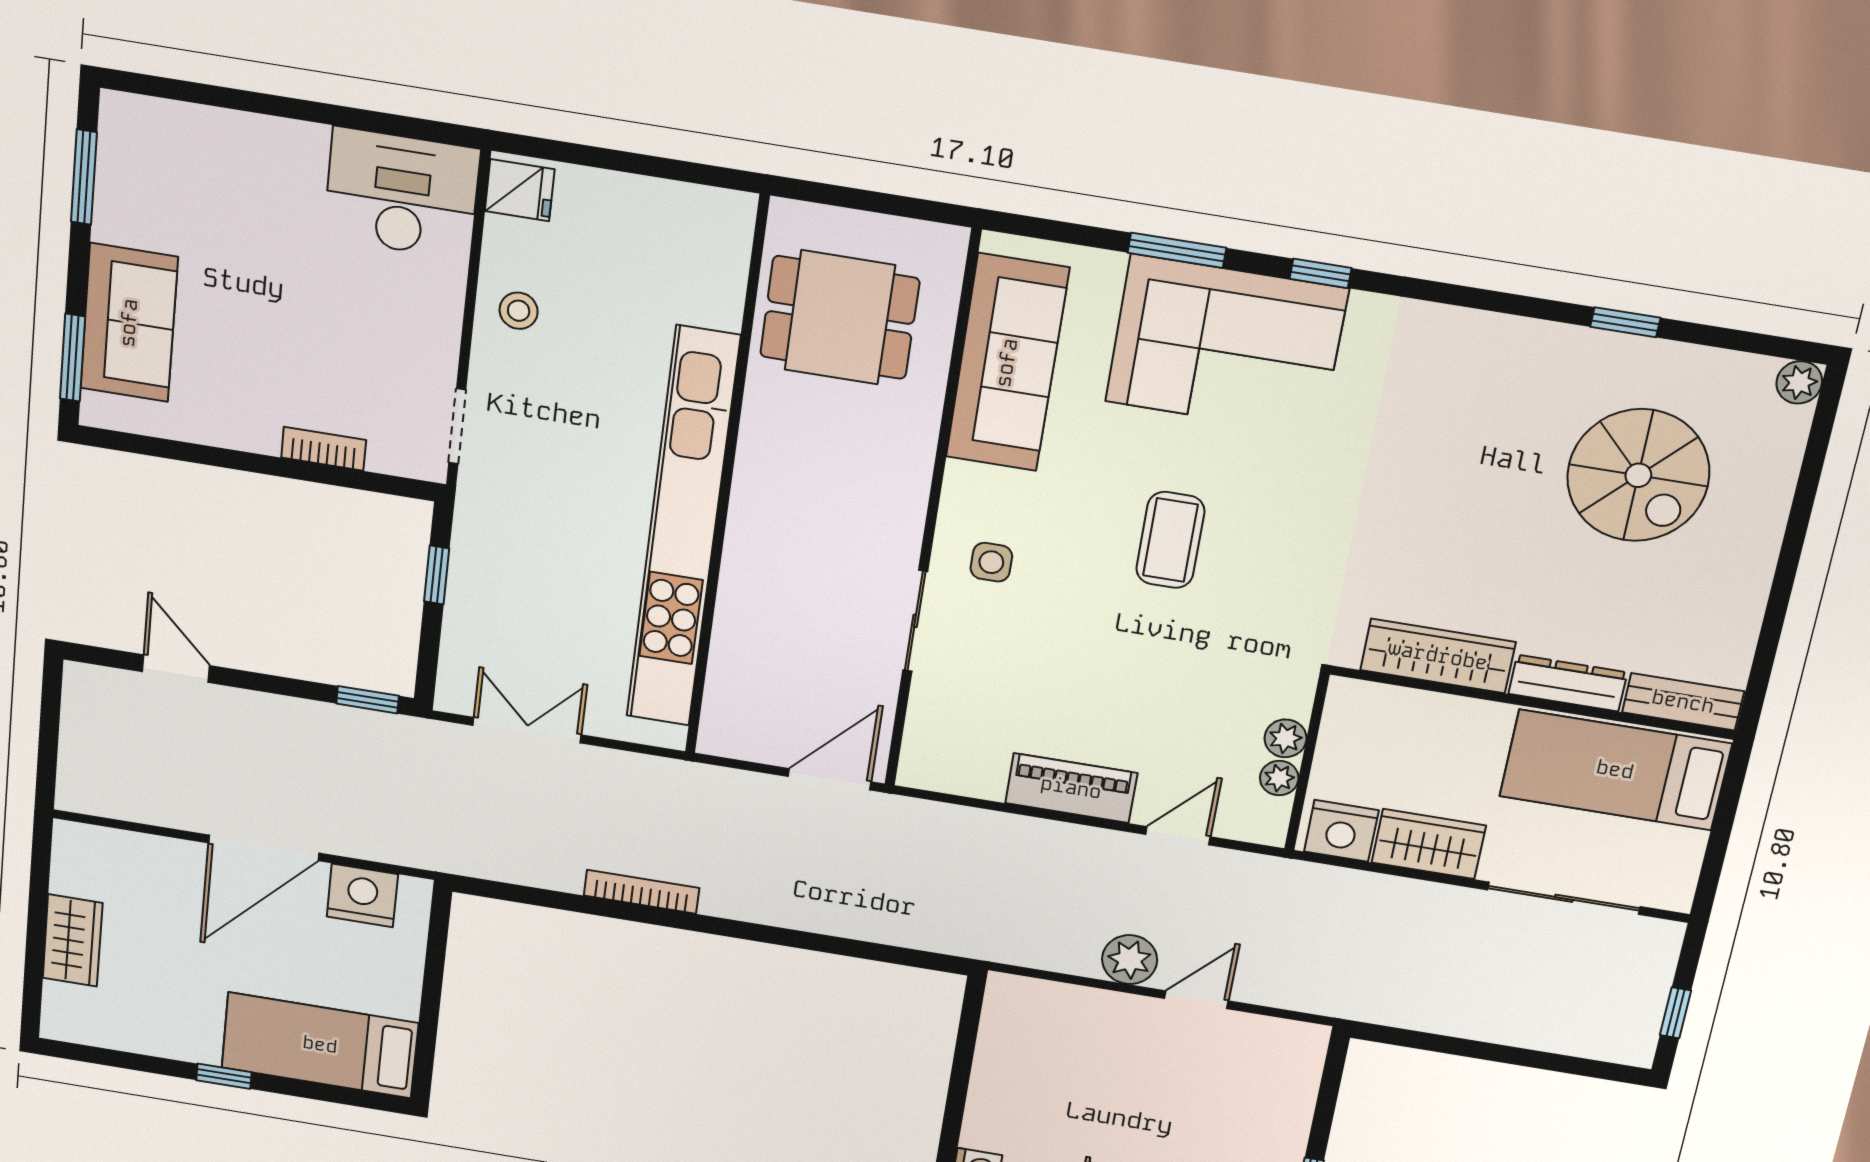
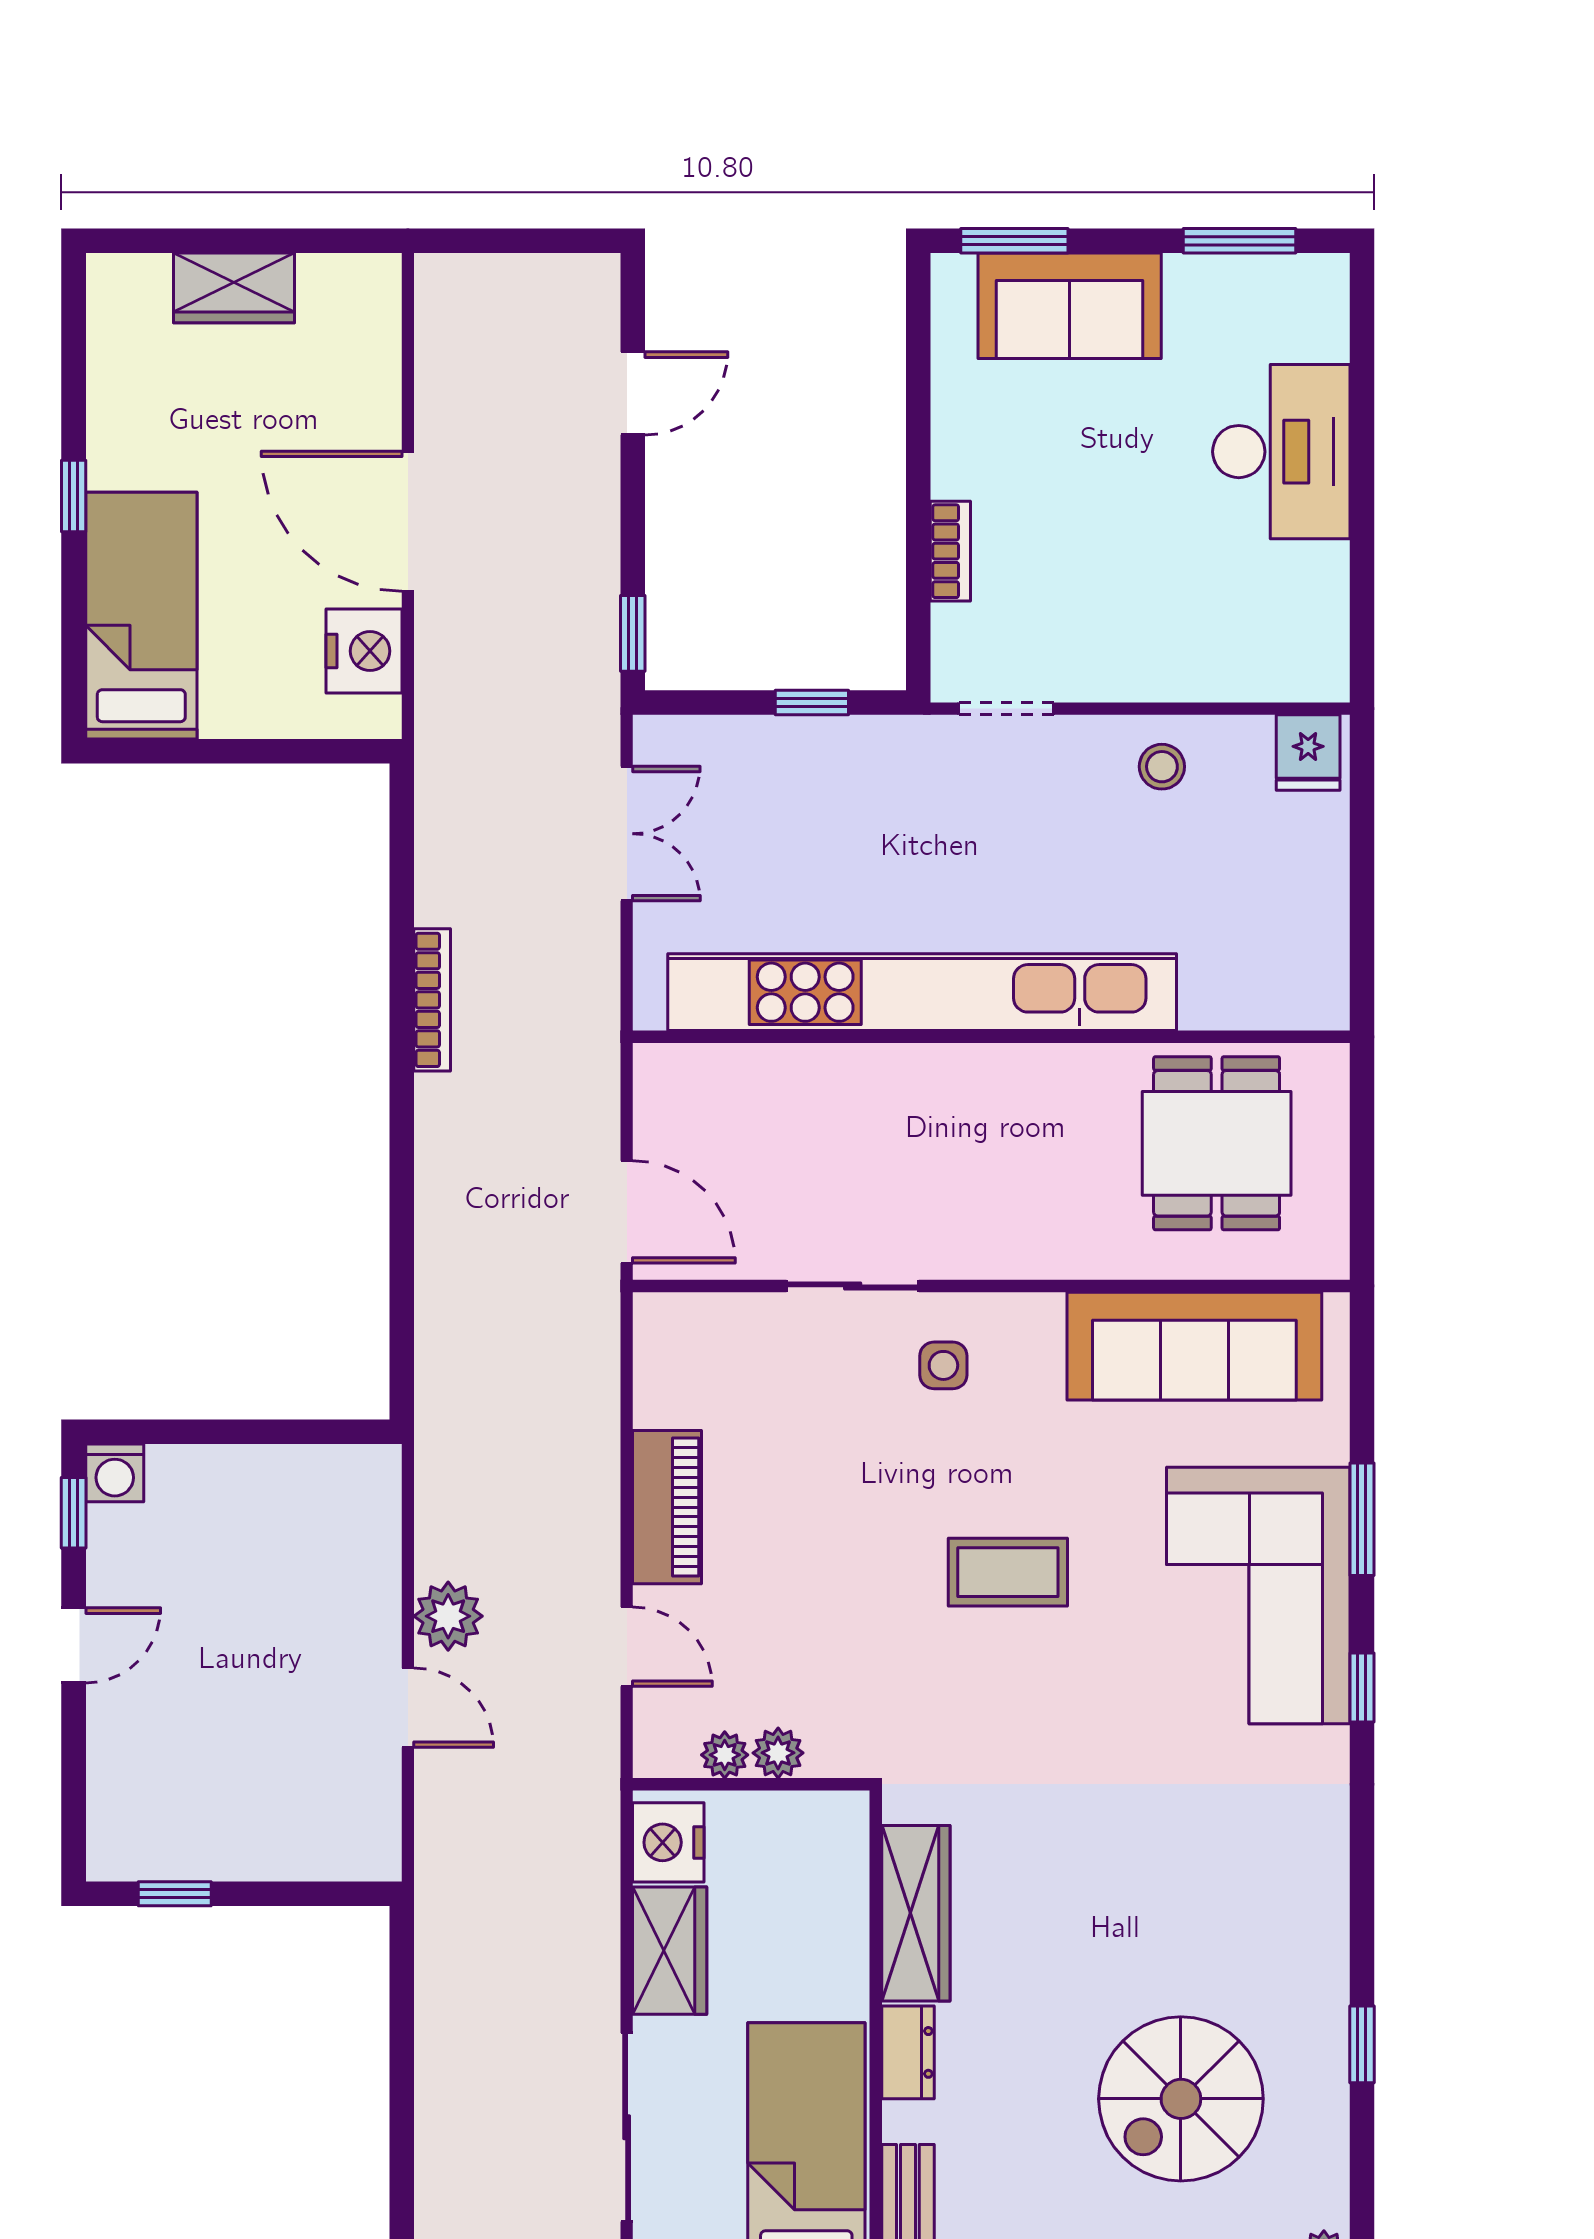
desk: (402, 194) -> (1281, 452), moved
dresser: (1568, 683) -> (908, 2052), width x0.70

